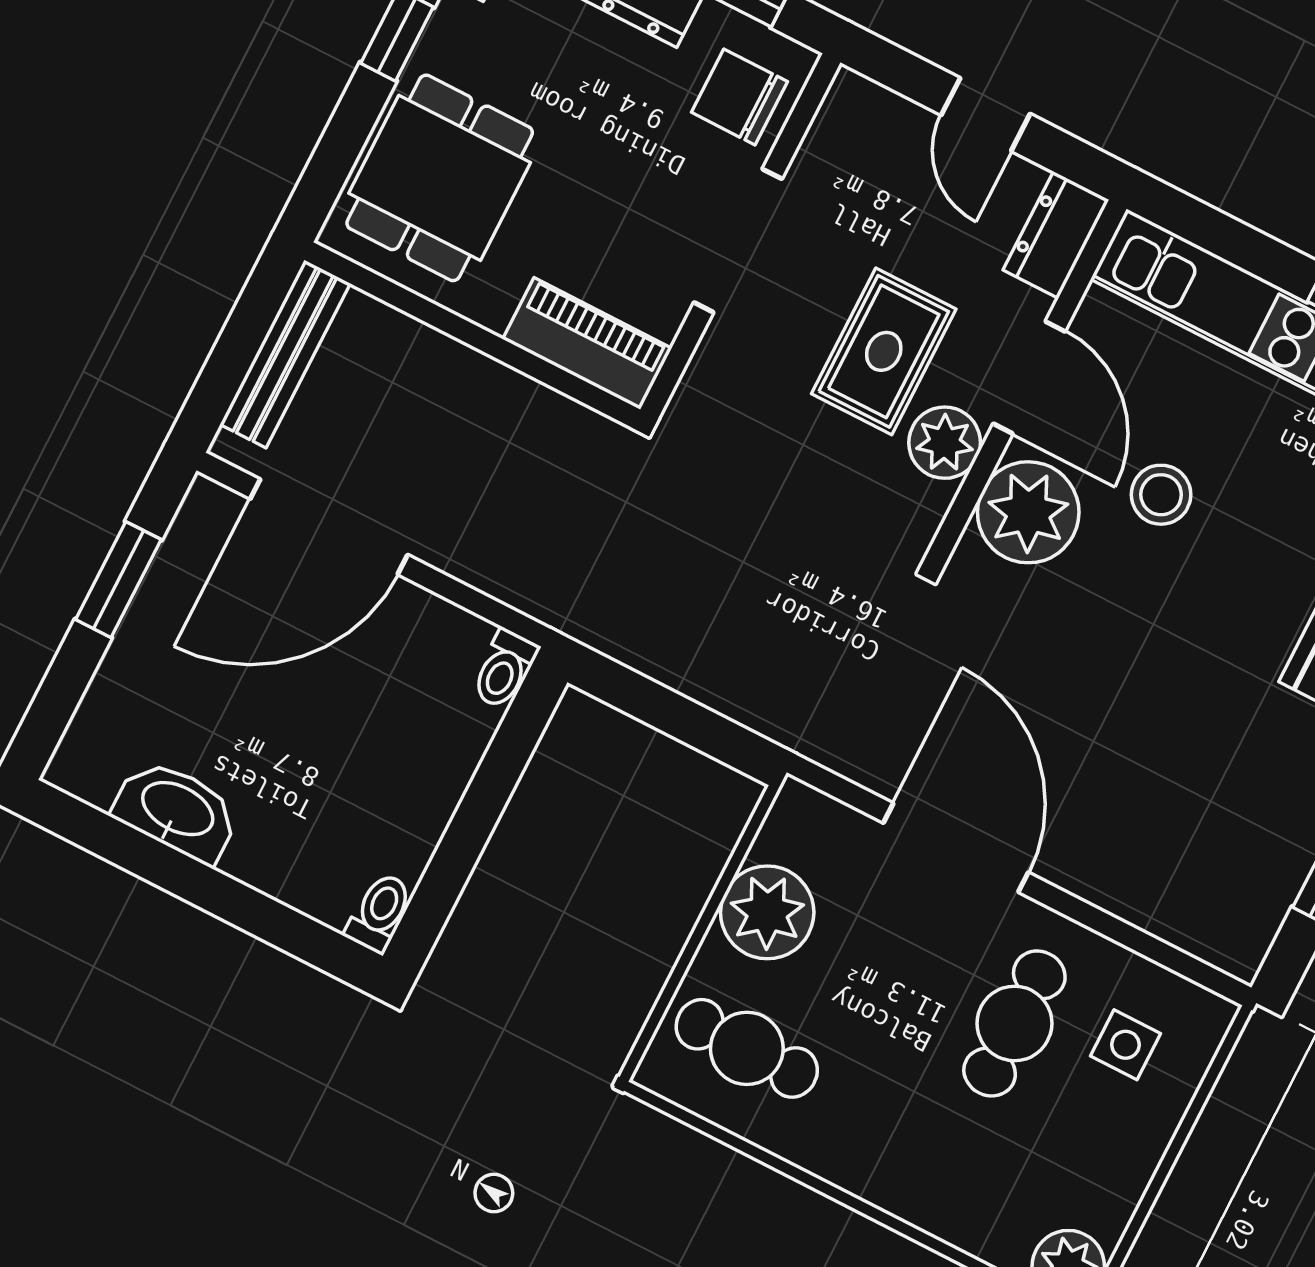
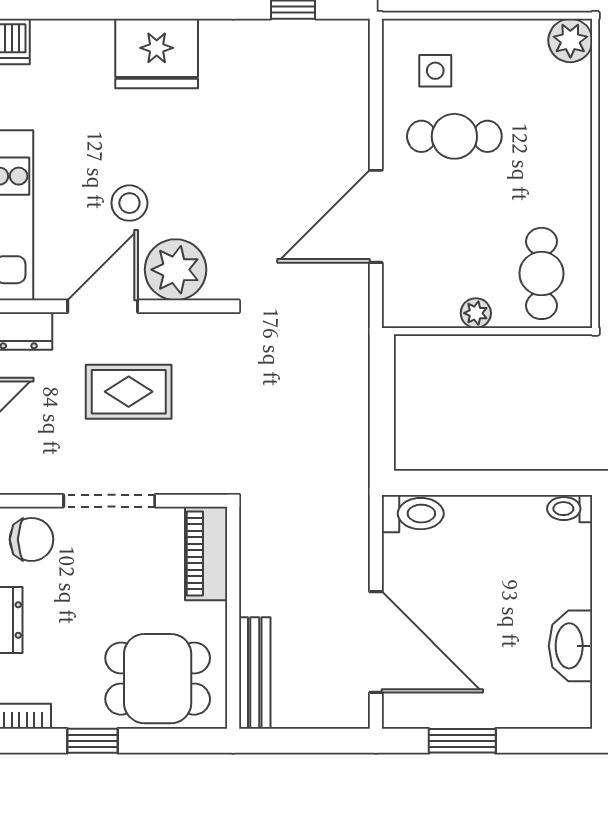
chair: (739, 97) -> (32, 539), turned -90
bench: (285, 354) -> (255, 673), moved, turned 90
plant: (945, 443) -> (161, 334), removed
toilet: (504, 669) -> (413, 514), width x1.37, depth x1.39
plant: (767, 912) -> (476, 313), width x0.53, depth x0.53

